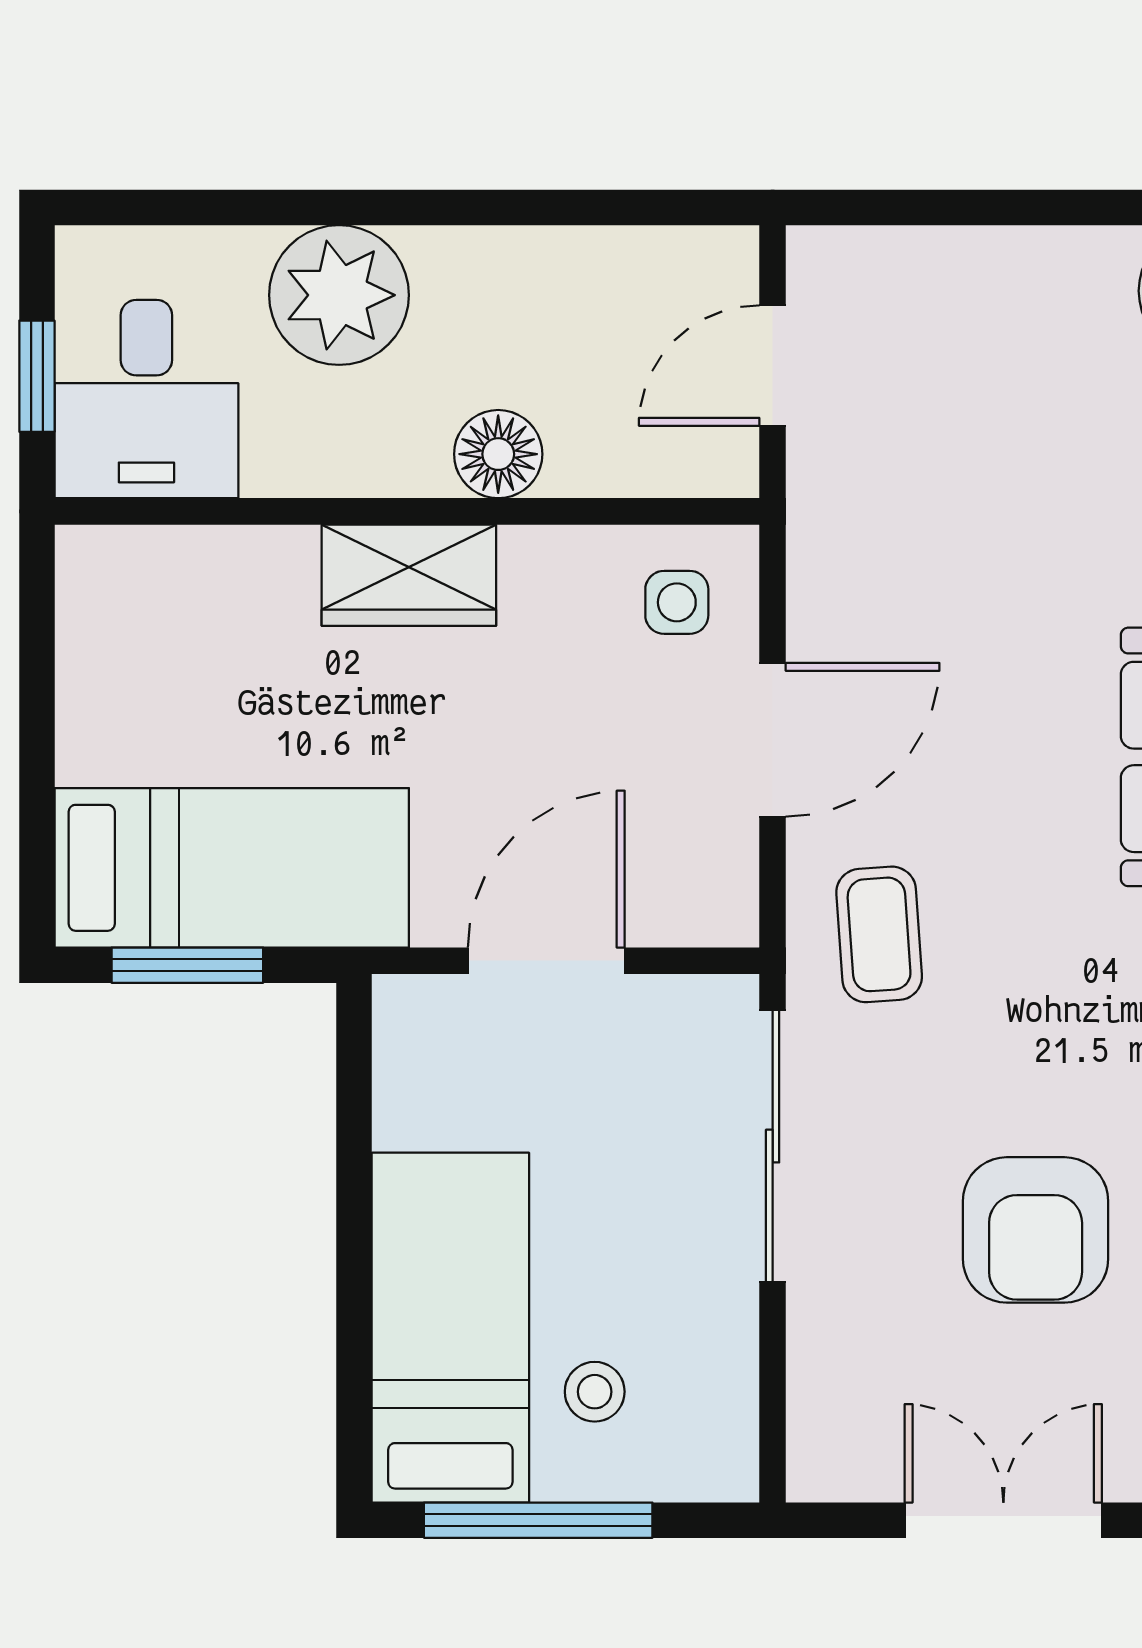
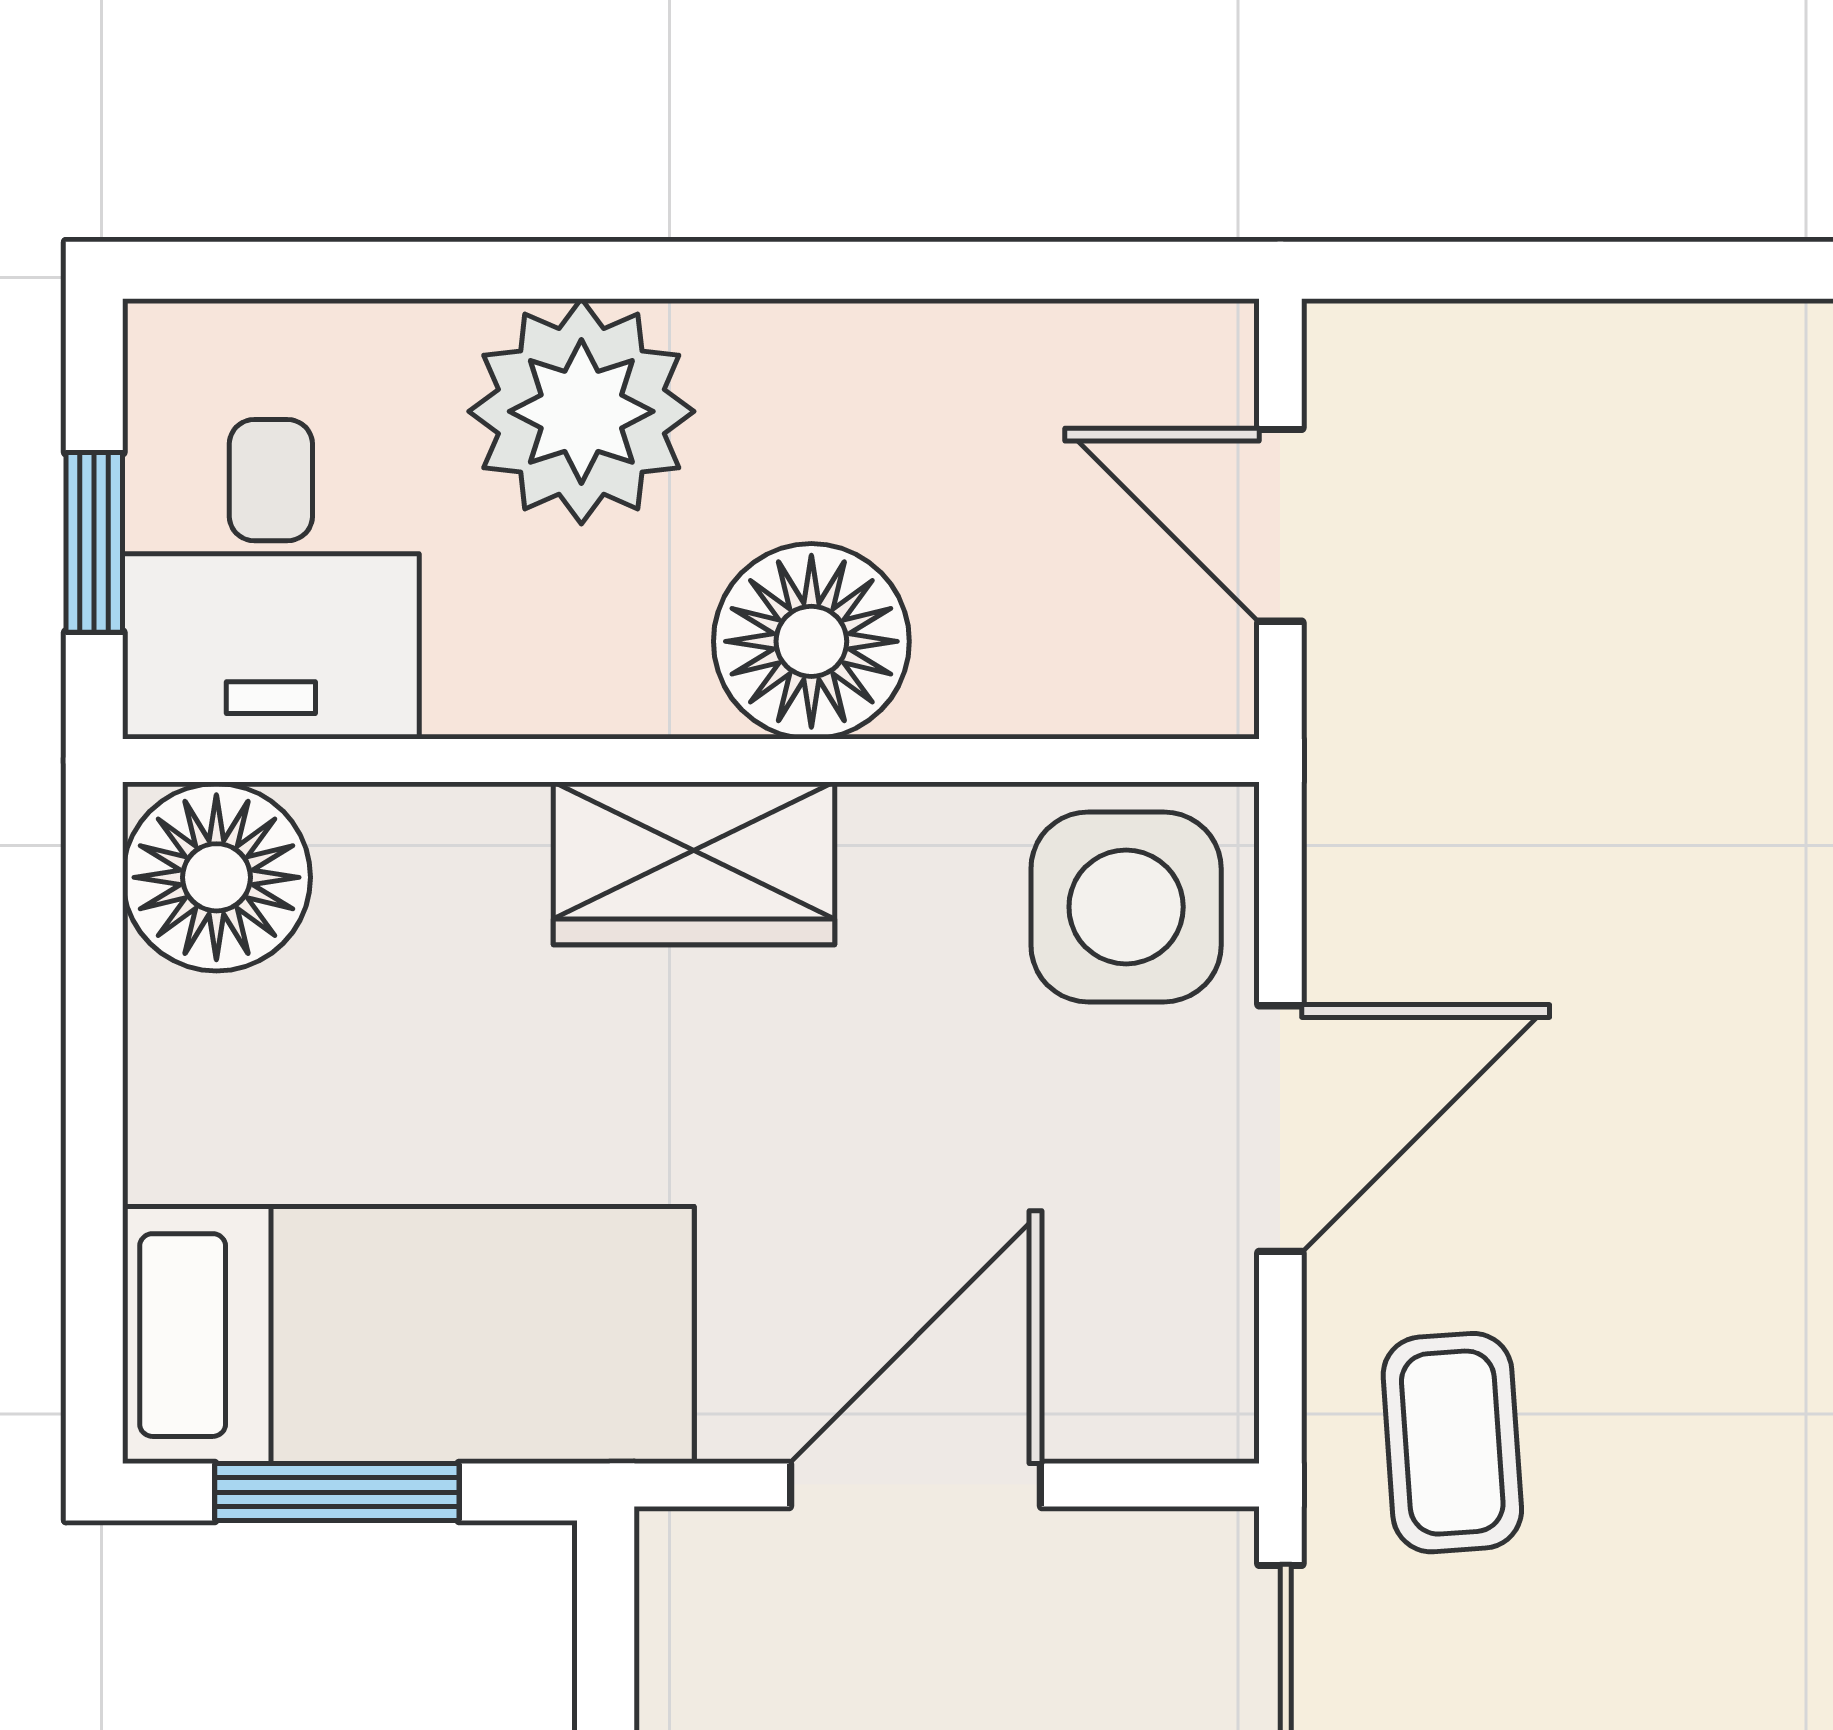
door: (773, 366) -> (1280, 525), hinge flipped
floor lamp: (498, 454) -> (811, 641), width x1.38, depth x1.38
floor lamp: (113, 584) -> (216, 877), added
side table: (677, 602) -> (1126, 907), width x1.87, depth x1.87

